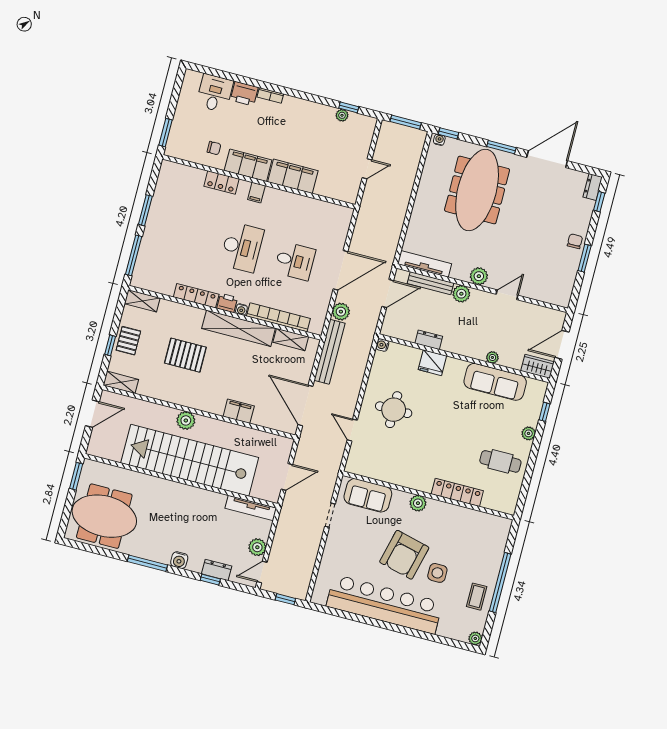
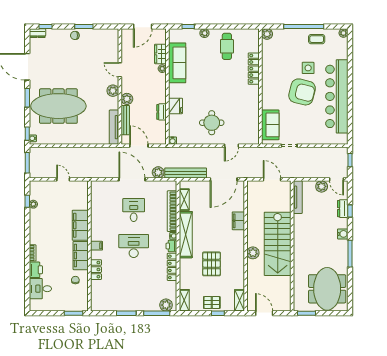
plant: (142, 272) -> (166, 305), added
door: (562, 345) -> (143, 27), hinge flipped
wardrobe: (537, 366) -> (160, 54), moved
stairs: (190, 460) -> (278, 244), width x0.73
plant: (418, 503) -> (267, 34), moved

